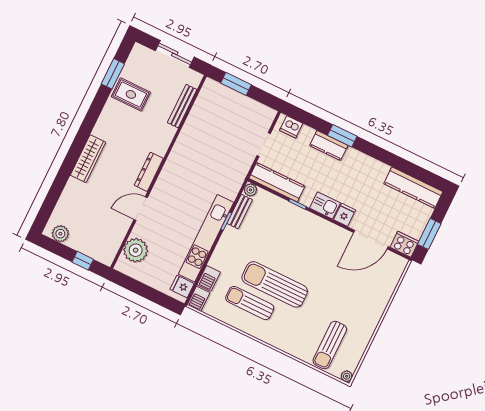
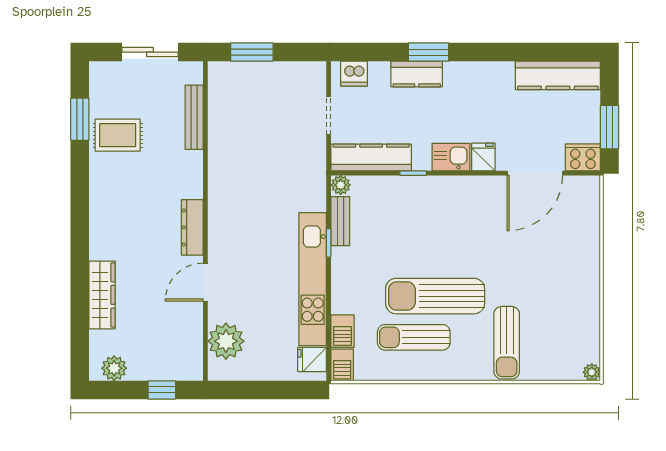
wardrobe: (88, 159) -> (102, 295), moved
sun lounger: (330, 345) -> (507, 343), moved

